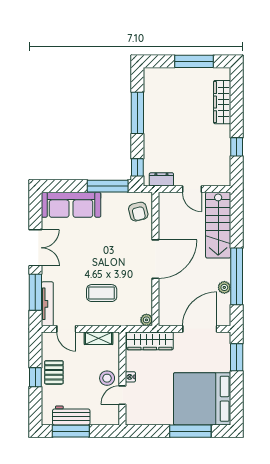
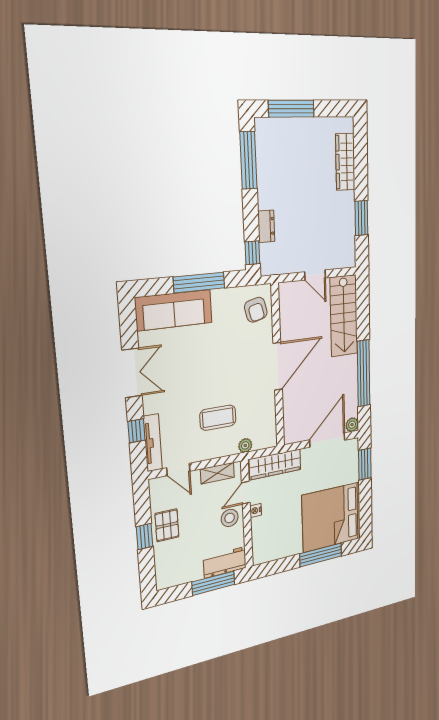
window: (194, 61) -> (291, 109), moved
window: (137, 113) -> (248, 160), moved
window: (237, 147) -> (361, 218), width x1.50
dresser: (161, 179) -> (266, 226), moved, turned 90
window: (108, 186) -> (199, 283), moved
plant: (224, 287) -> (352, 425), moved
window: (35, 292) -> (136, 431), width x0.46
plant: (146, 320) -> (245, 445), moved
door: (122, 395) -> (246, 493), moved
workbench: (71, 415) -> (225, 562), moved
window: (71, 431) -> (213, 583), moved

